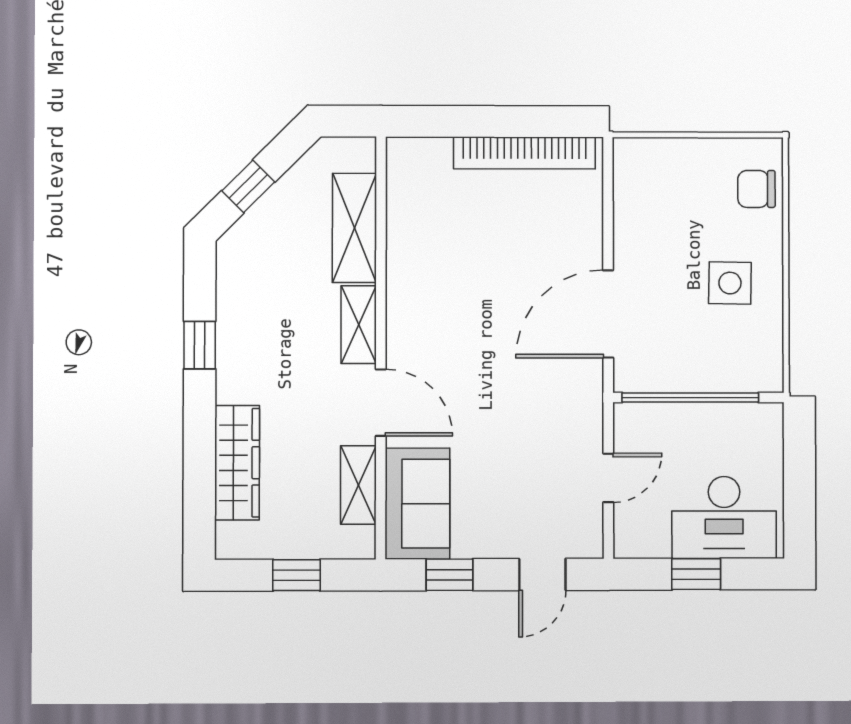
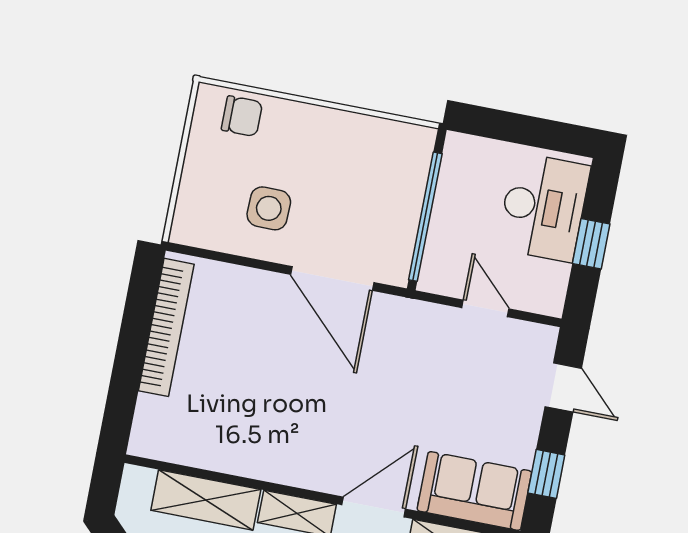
chair: (756, 189) -> (242, 116), turned -90
side table: (730, 283) -> (269, 208), moved

